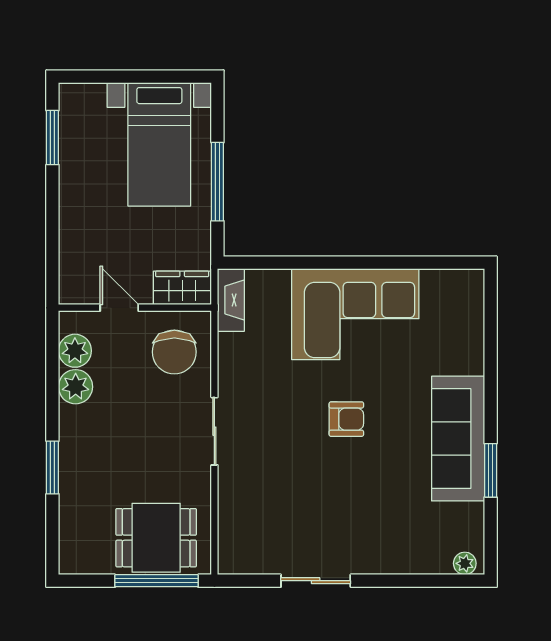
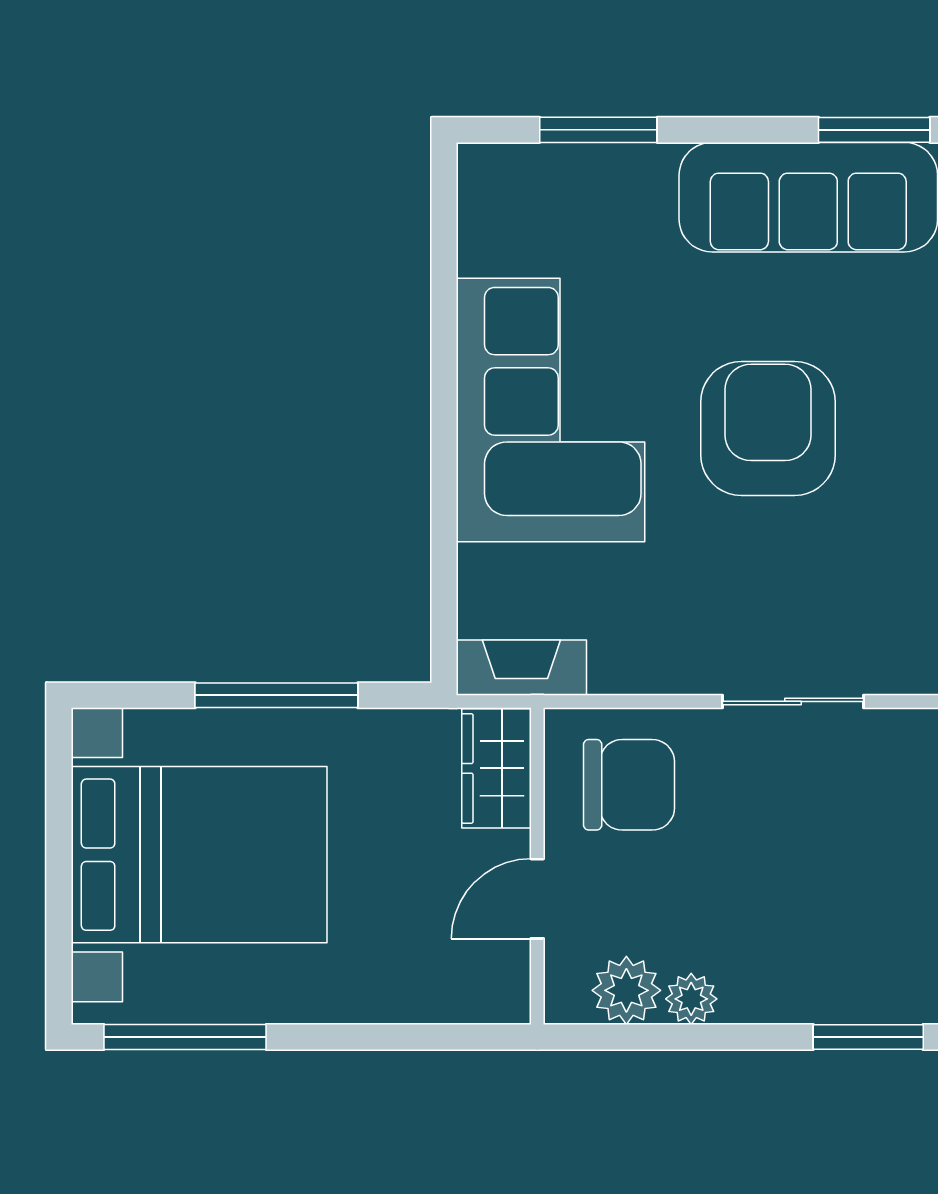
window: (52, 138) -> (185, 1037), width x1.44
bed with nightstands: (159, 144) -> (199, 855), width x1.36
window: (491, 337) -> (598, 130), added
plant: (76, 387) -> (691, 999), width x0.73, depth x0.73
armchair: (346, 419) -> (768, 428), width x1.88, depth x1.88

